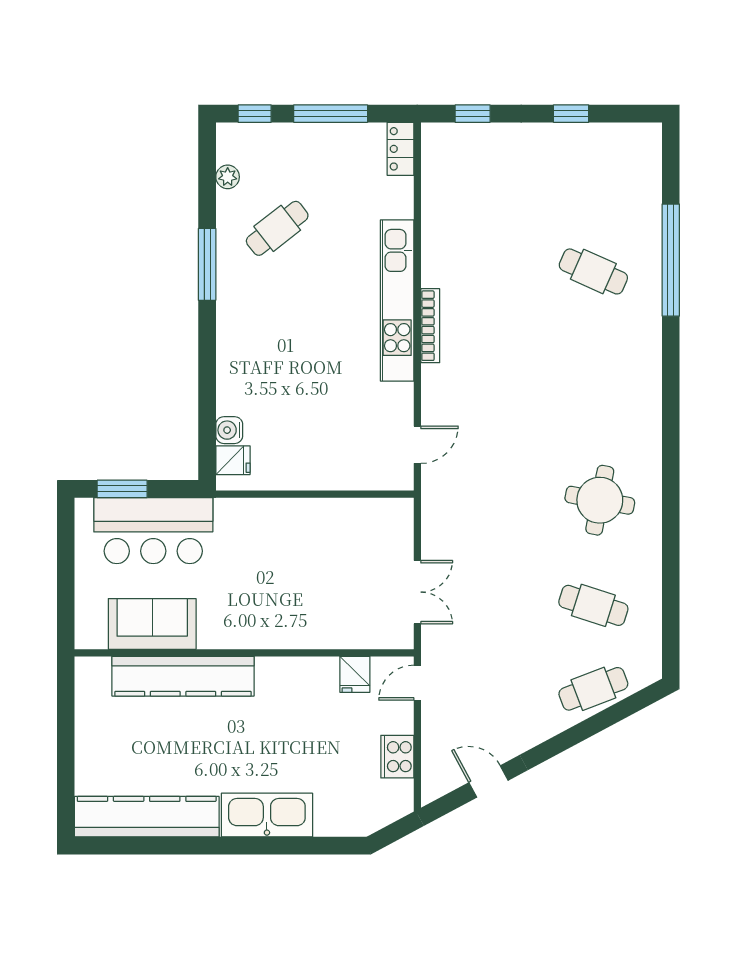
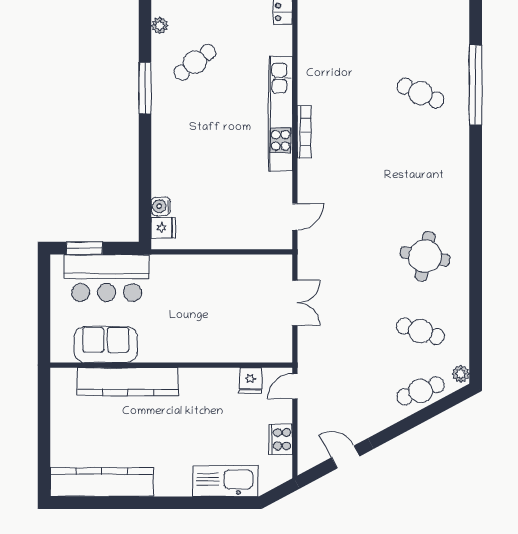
double door: (417, 592) -> (295, 303), moved
plant: (650, 665) -> (461, 374), added
kitchen sink: (267, 815) -> (225, 481), moved

